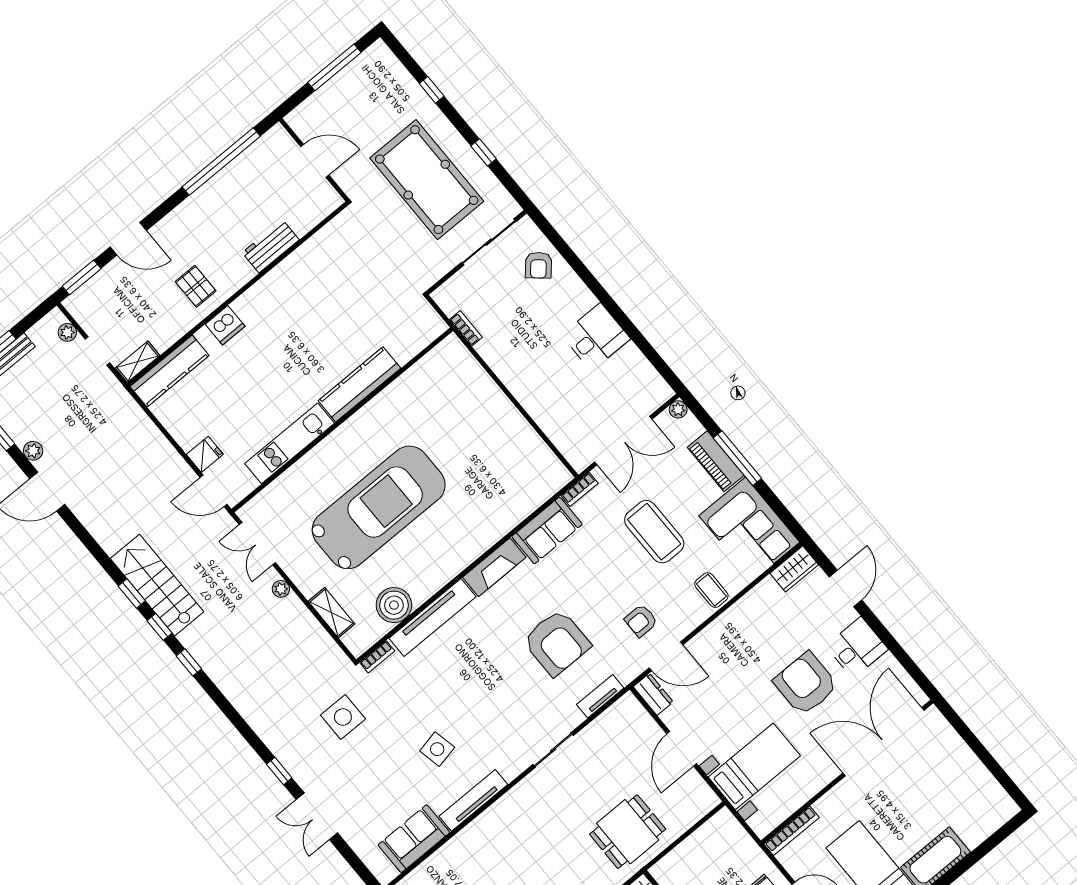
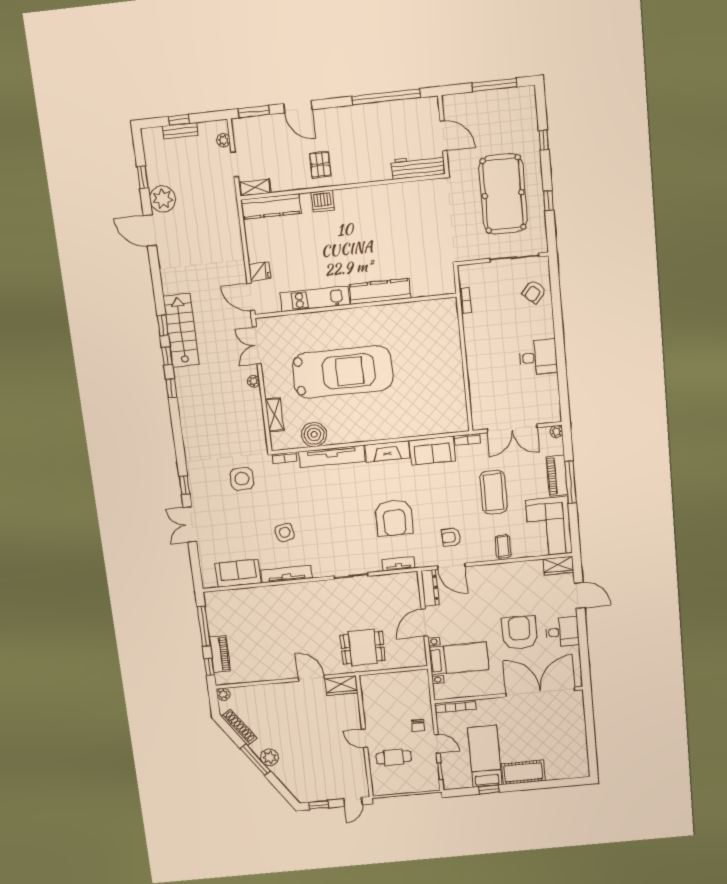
workbench: (271, 246) -> (418, 167), moved, width x1.38
plant: (33, 451) -> (163, 199), width x1.88, depth x1.88
door: (845, 588) -> (580, 595), hinge flipped
dresser: (653, 694) -> (430, 588), width x1.44

